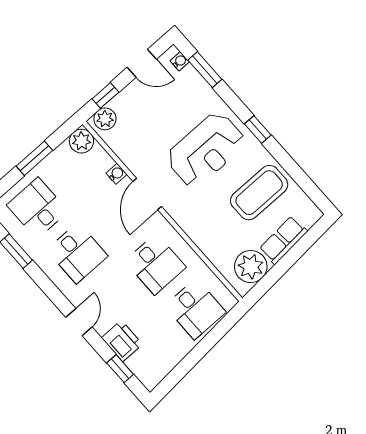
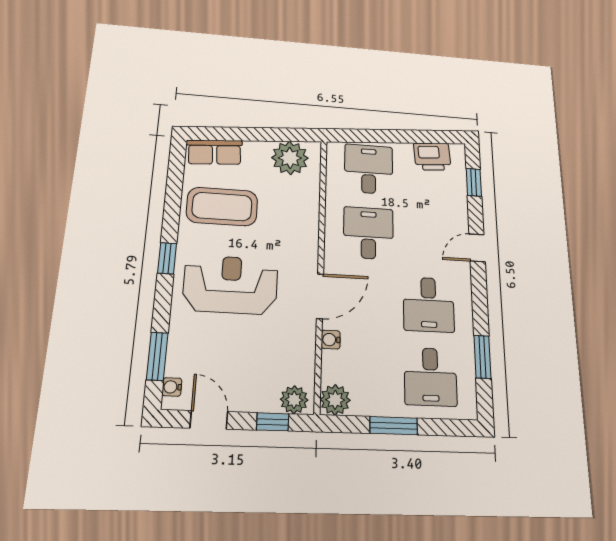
row of seats: (283, 240) -> (215, 152), moved
desk: (77, 253) -> (429, 304), turned 180
printer: (122, 341) -> (432, 157), moved, turned -94

